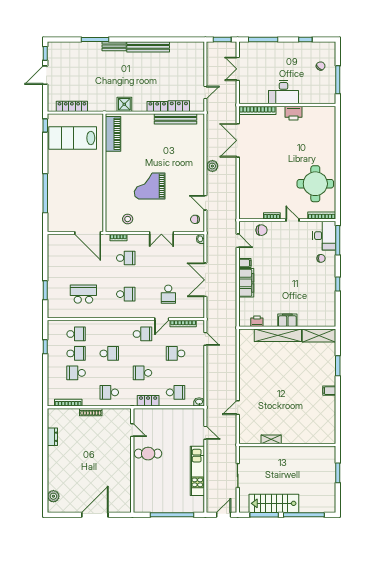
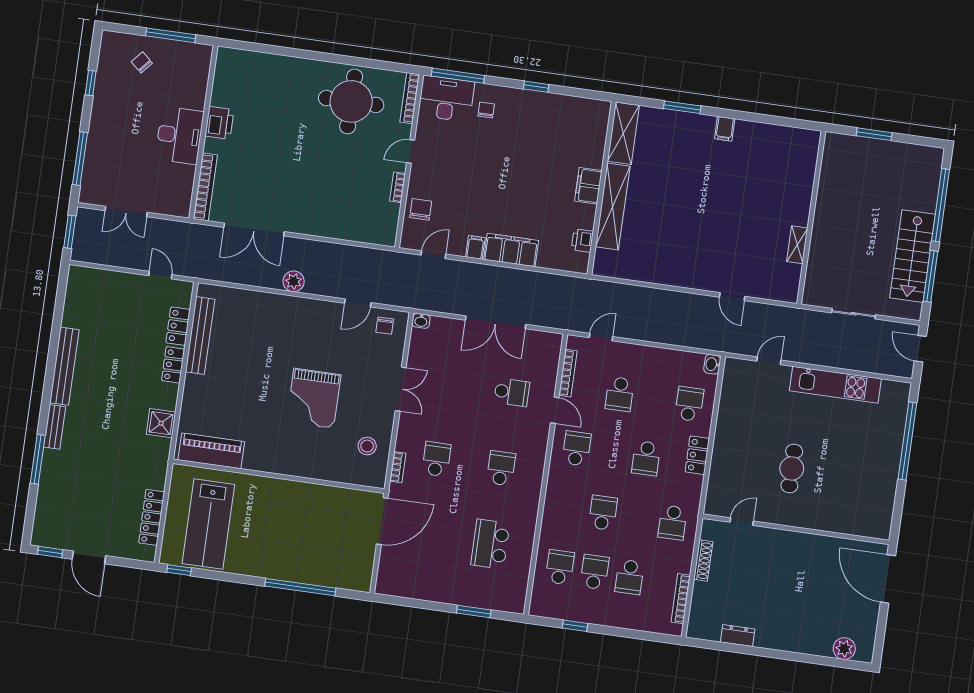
door: (132, 430) -> (742, 522), moved
wall: (132, 460) -> (796, 529), moved

